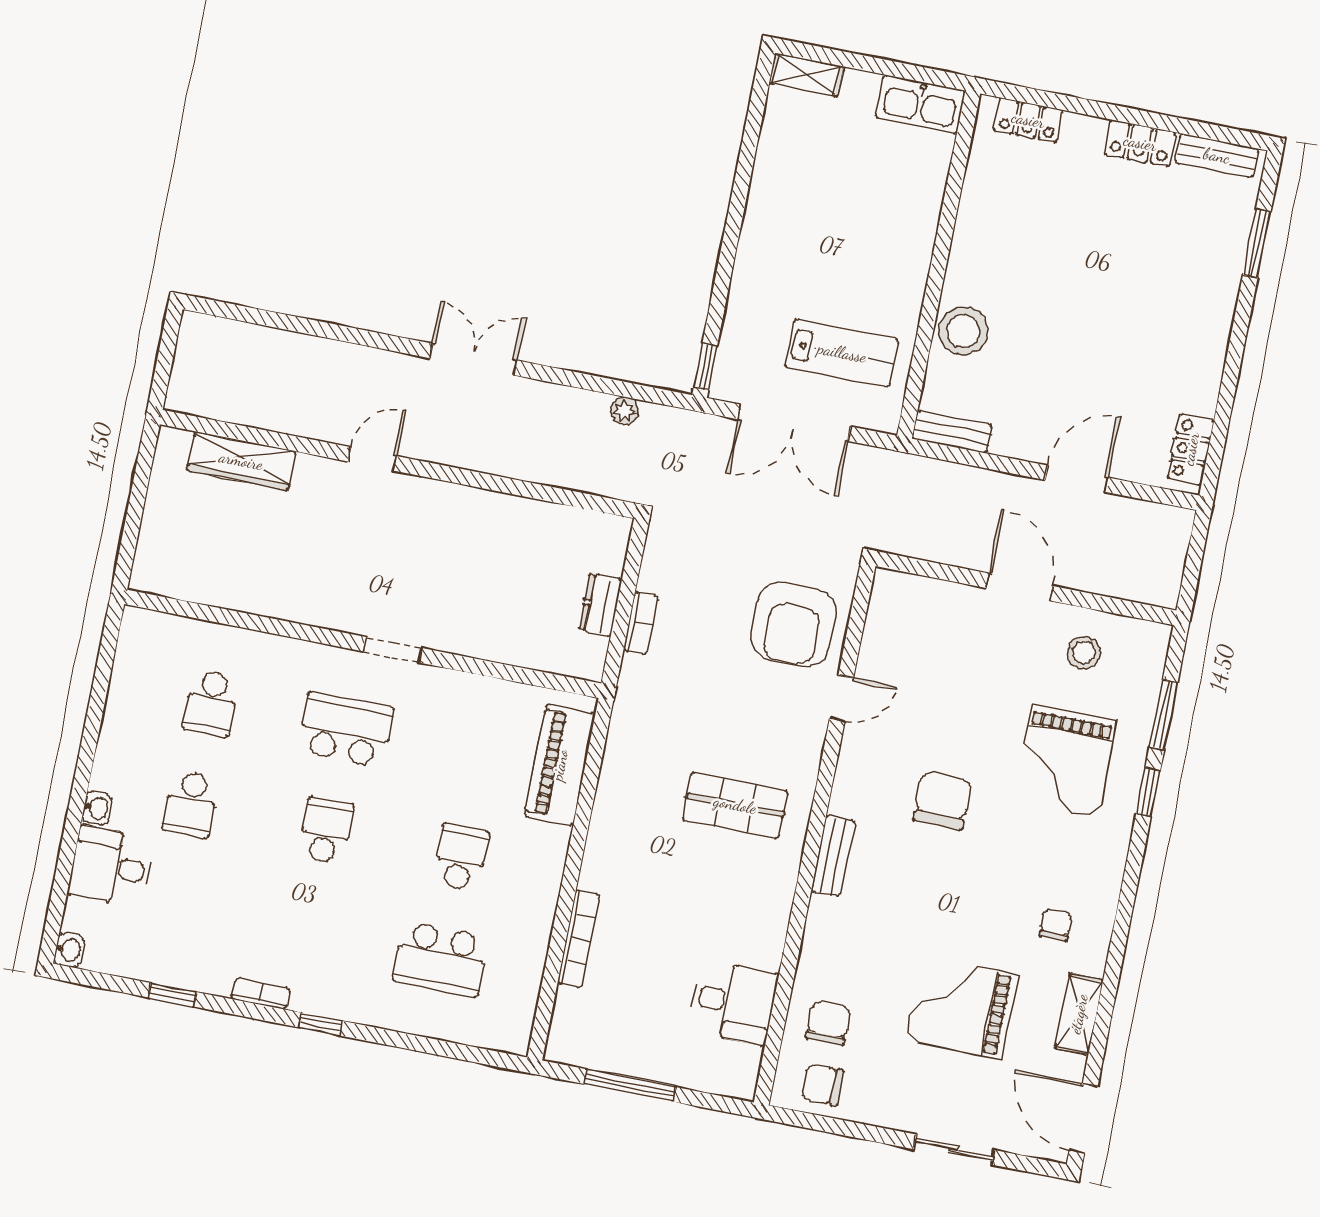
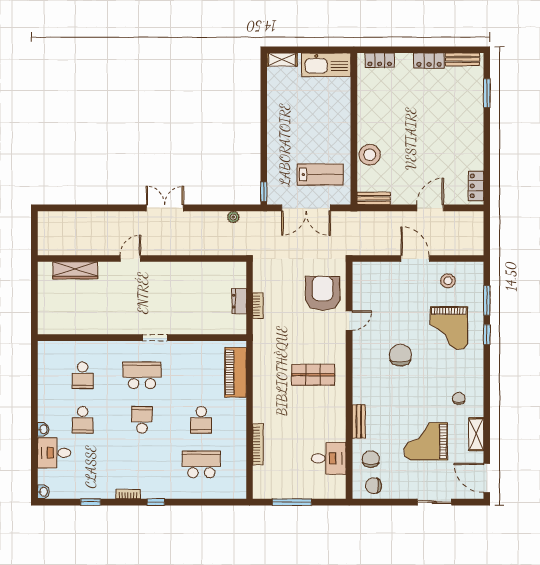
kitchen sink: (920, 104) -> (326, 65), width x1.36, depth x1.24
armchair: (793, 625) -> (323, 293), turned 180
bench: (833, 856) -> (359, 421), moved
school desk: (461, 858) -> (201, 420), turned 180
school desk: (441, 959) -> (201, 464), turned 180

